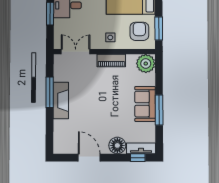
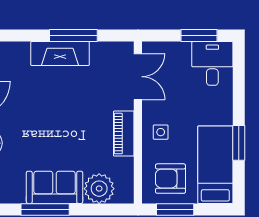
armchair: (139, 31) -> (170, 179), turned 180
plant: (146, 64) -> (99, 189), moved

